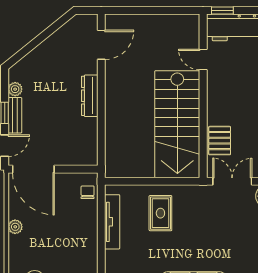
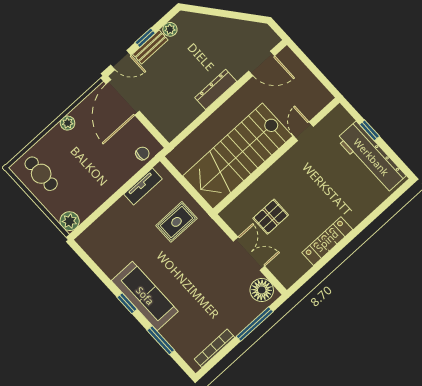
door: (203, 60) -> (303, 131), moved
wall: (203, 96) -> (276, 156), moved
stairs: (177, 124) -> (238, 156), moved
tv unit: (112, 222) -> (143, 186), width x0.71

